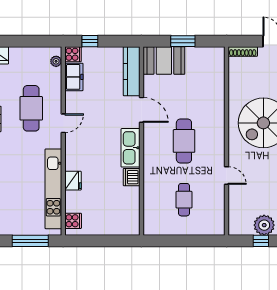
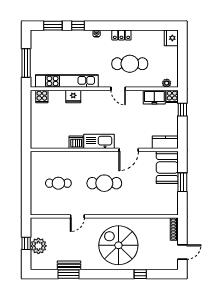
kitchen counter: (132, 71) -> (165, 142), width x0.67

